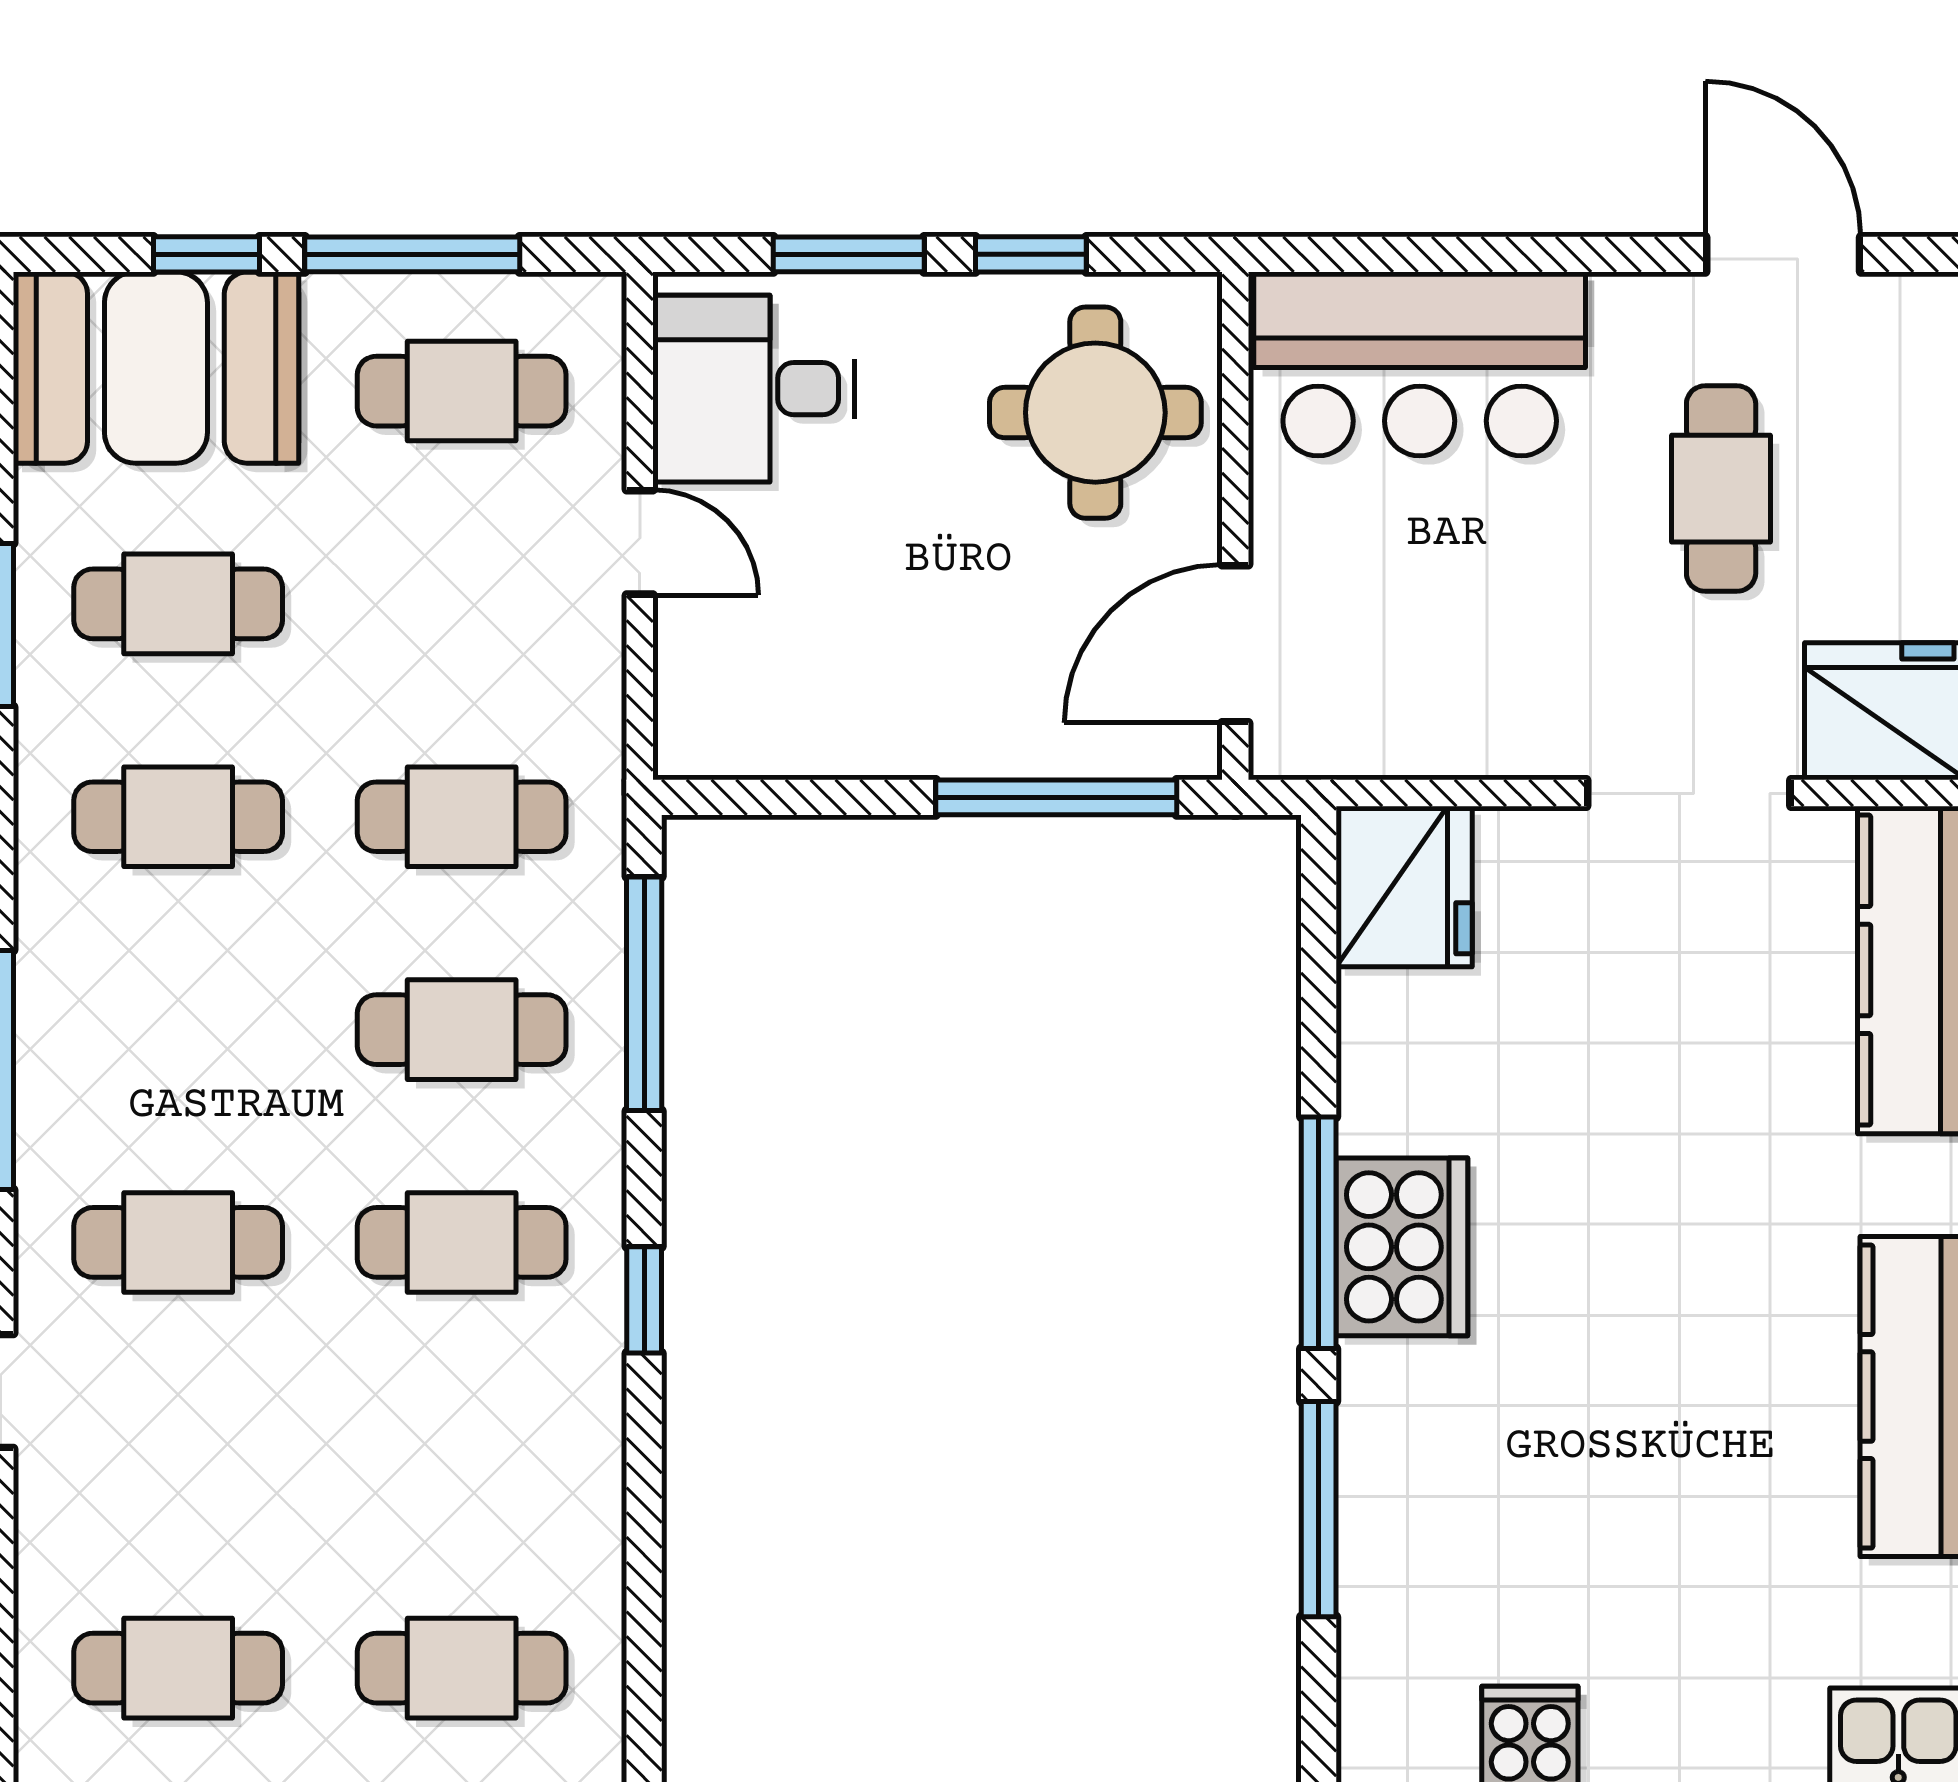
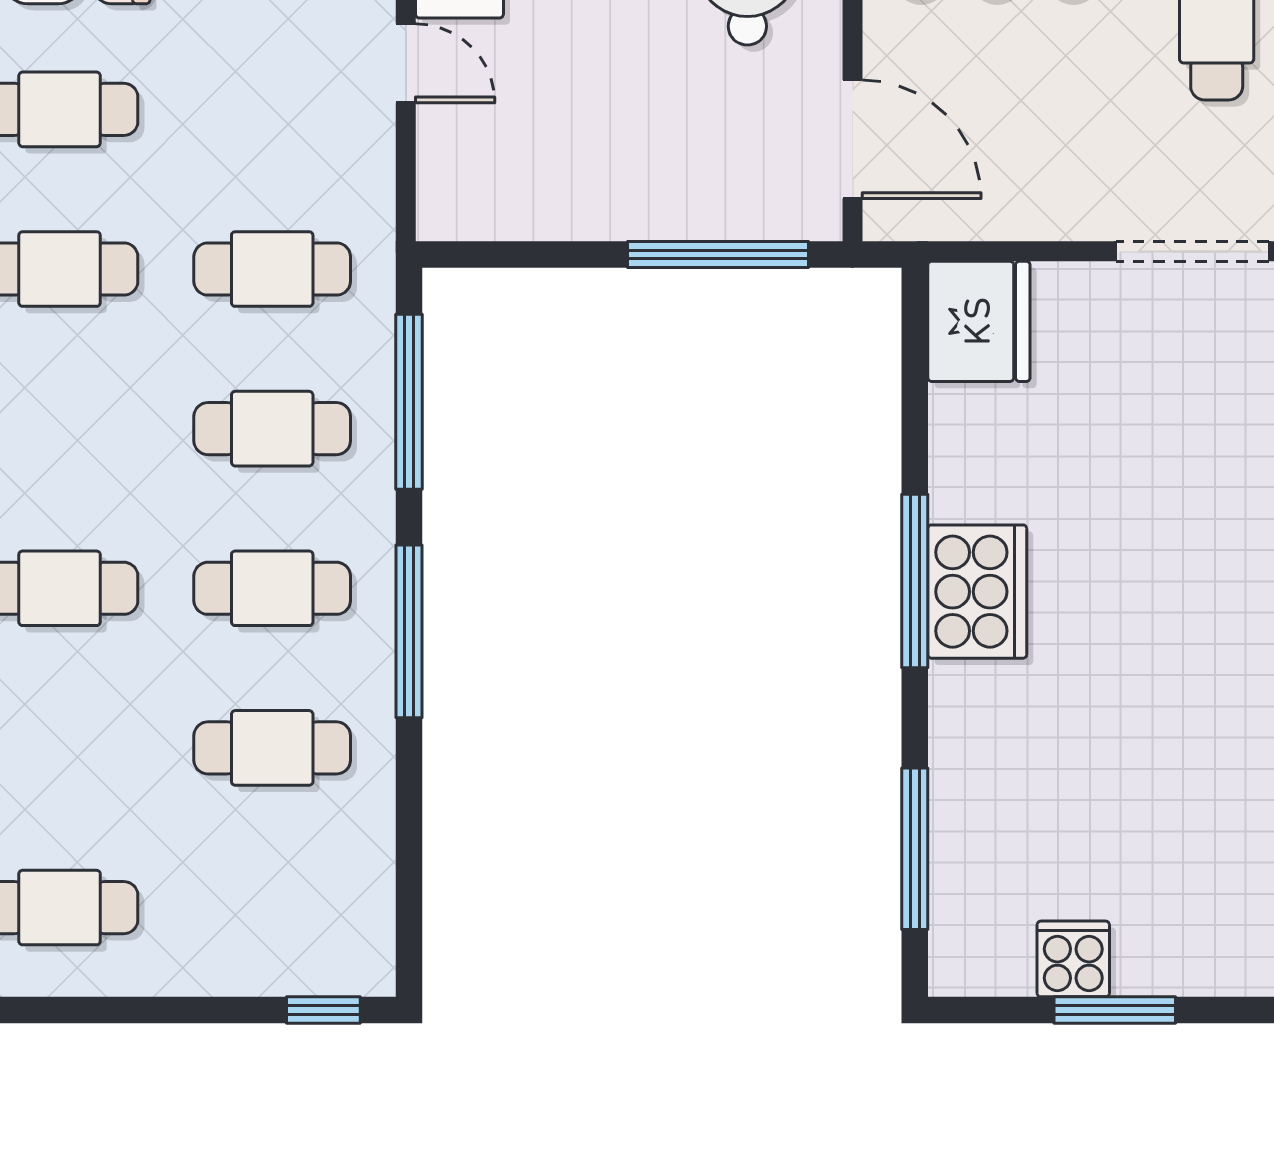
door: (1235, 644) -> (852, 139), swing flipped
window: (644, 1300) -> (409, 631), width x2.17
window: (1319, 1509) -> (915, 849), moved
cafe table: (462, 1668) -> (272, 748), moved

